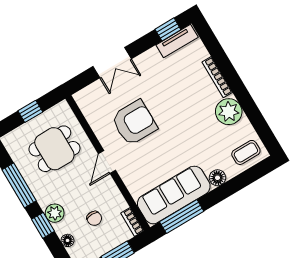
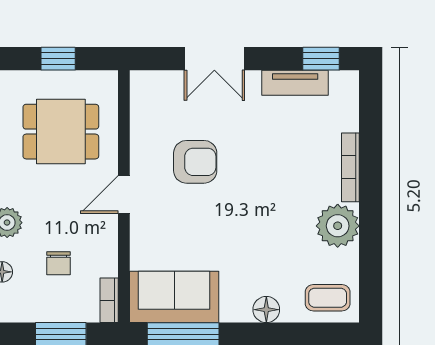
tv unit: (177, 41) -> (295, 83), moved
armchair: (134, 123) -> (195, 162), width x0.73, depth x0.73
sofa: (174, 195) -> (174, 297), width x0.73

